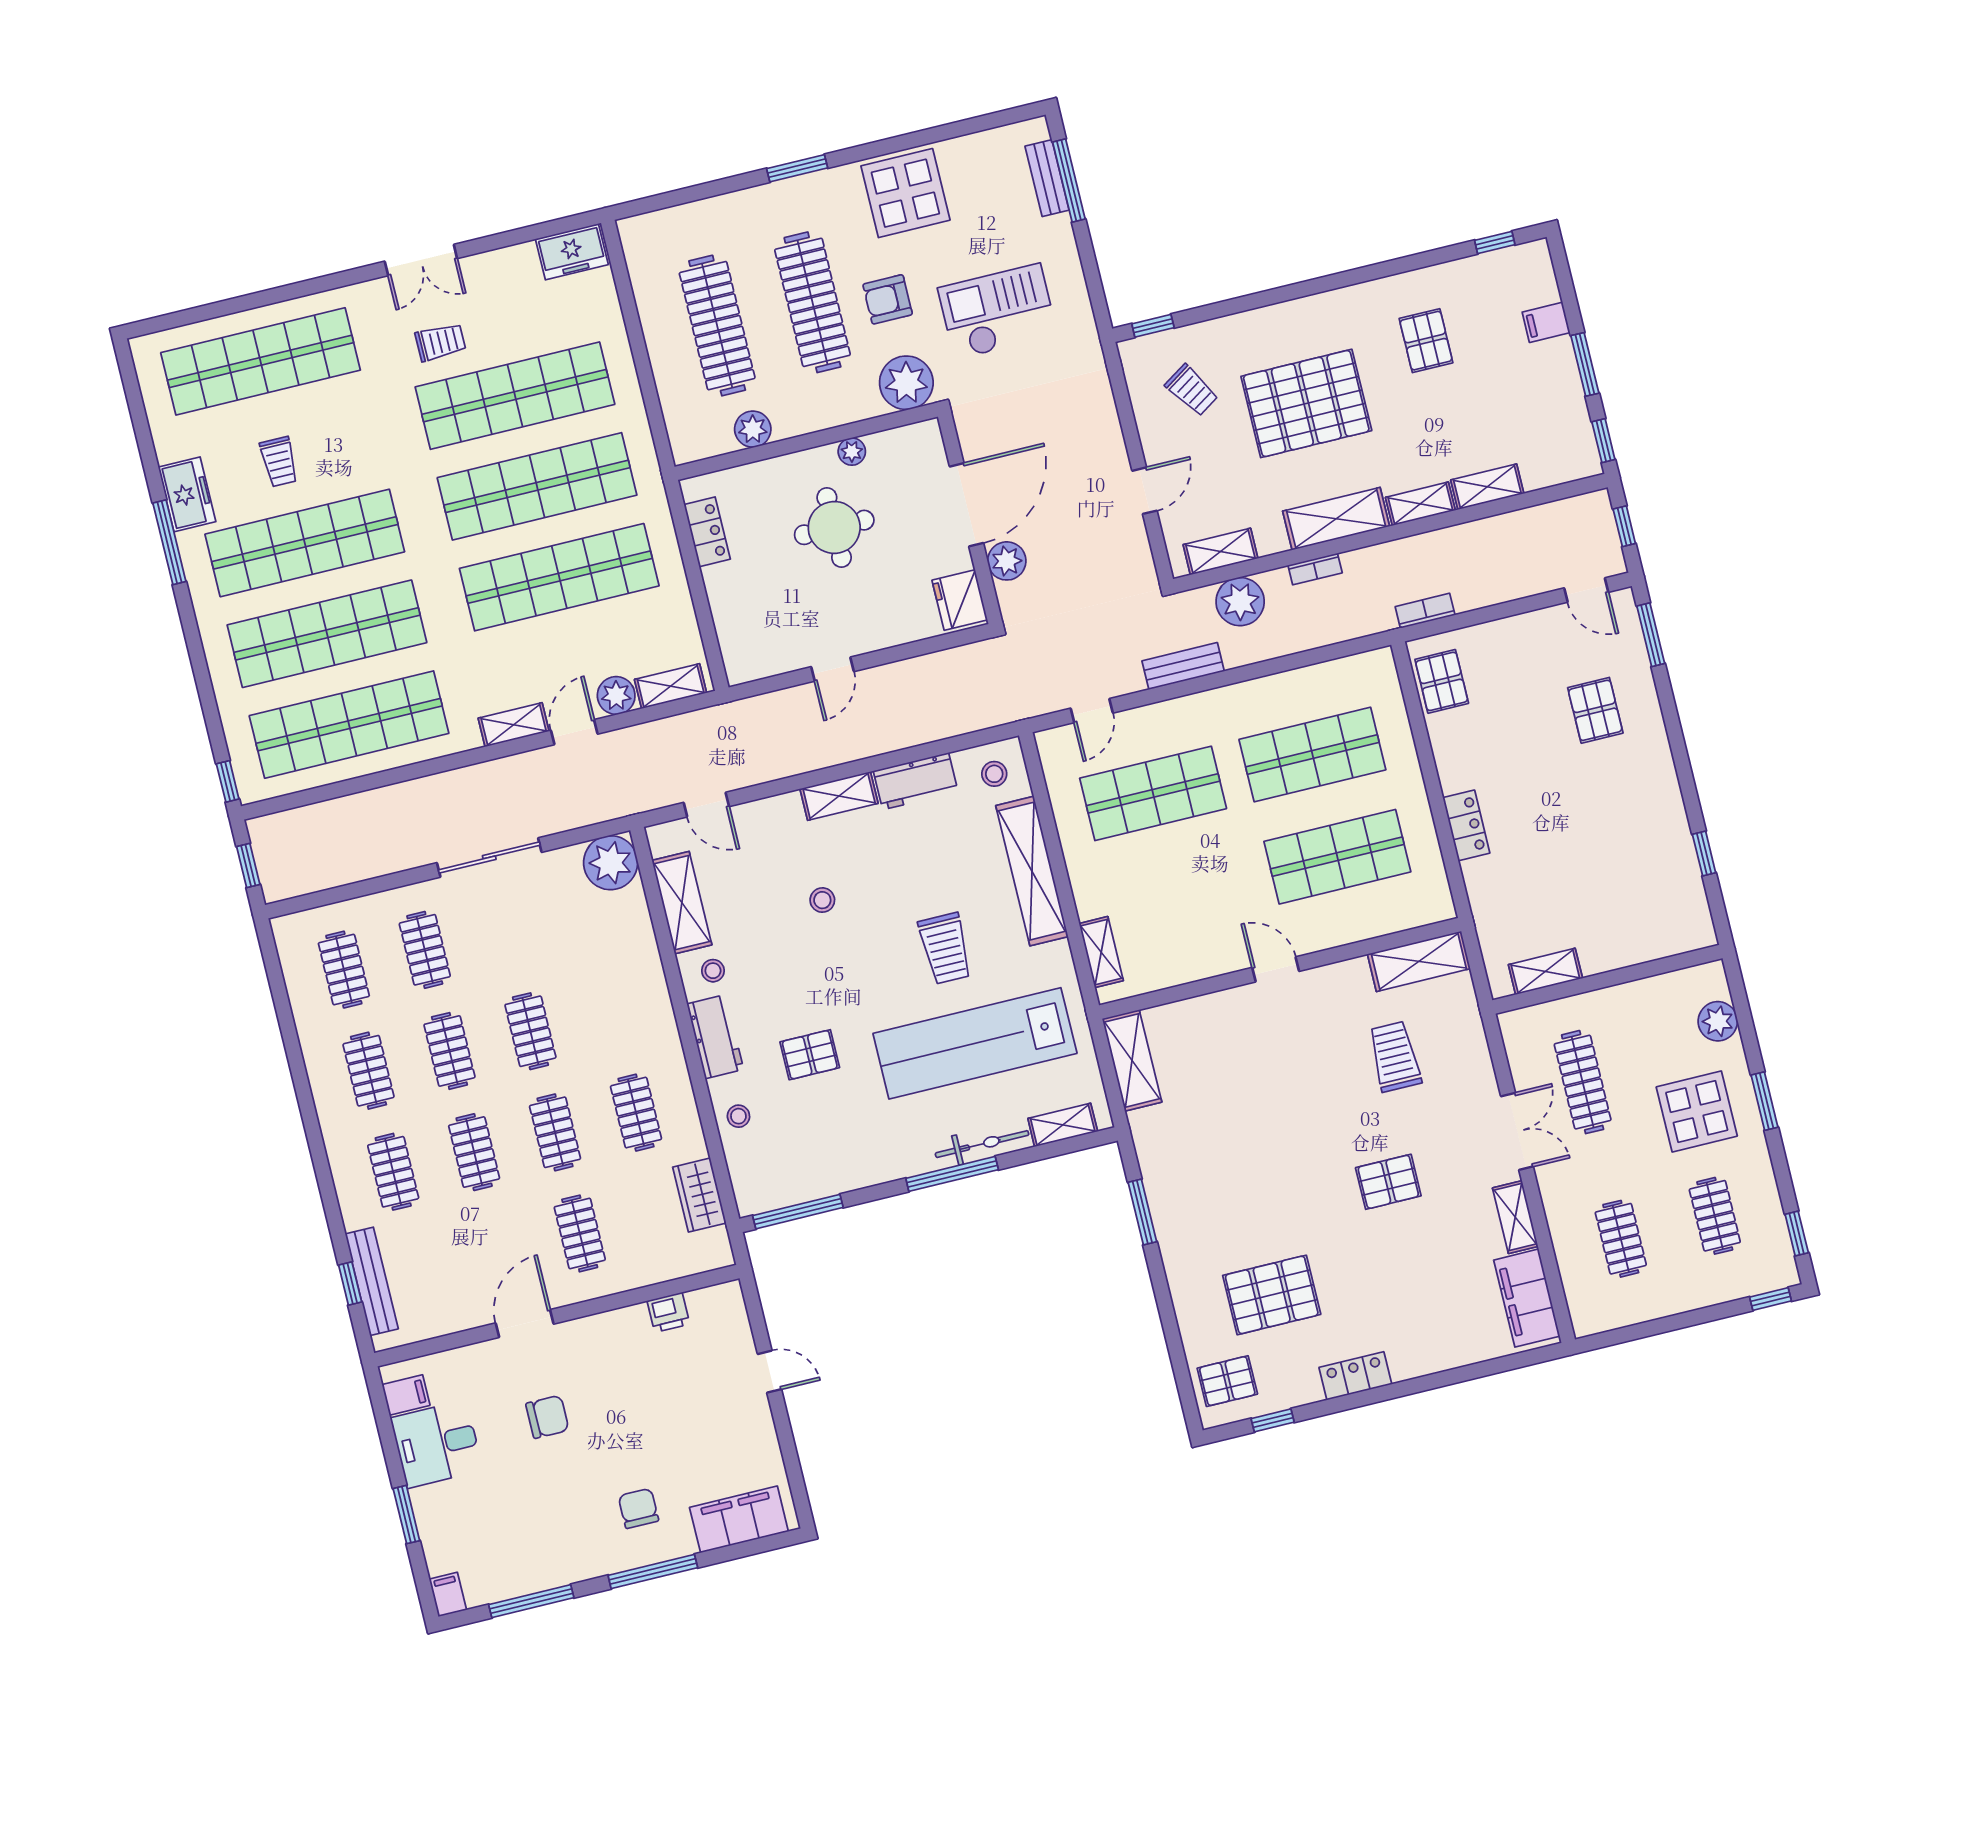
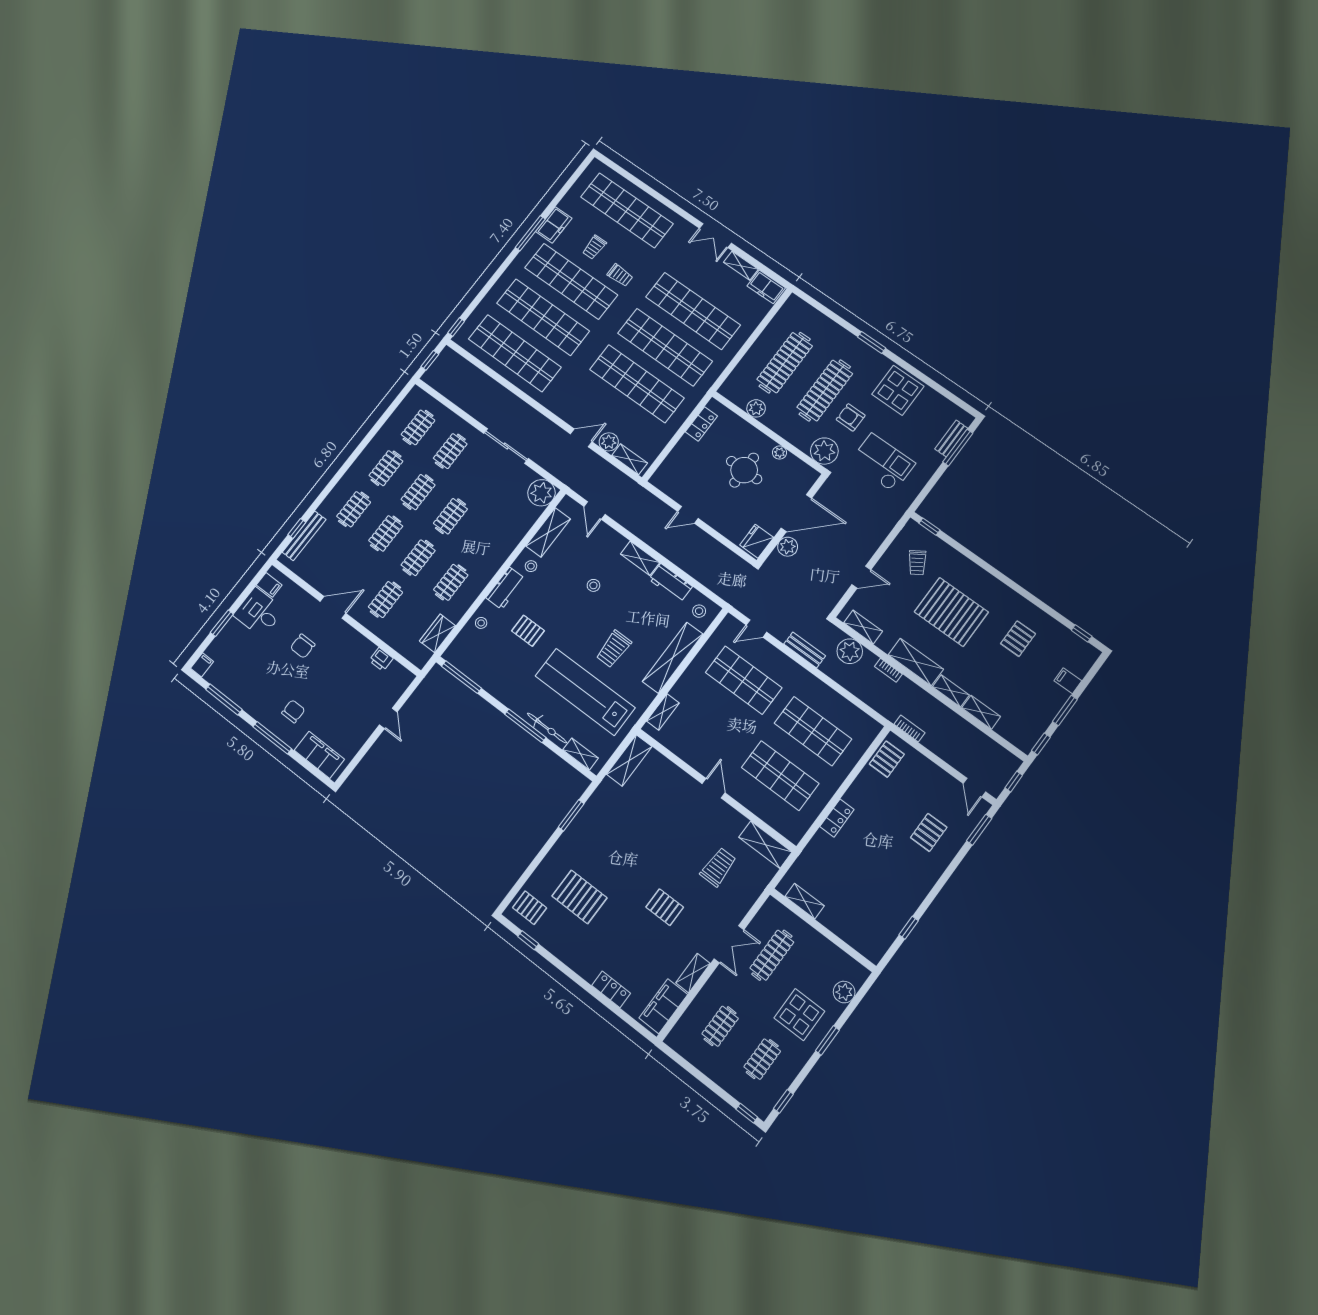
trolley: (440, 342) -> (620, 275), moved
shelving: (514, 725) -> (741, 266), moved
locker: (1355, 1376) -> (611, 989), moved
chair: (547, 1417) -> (303, 646), turned 90

